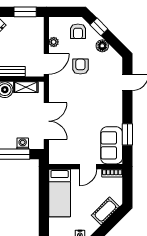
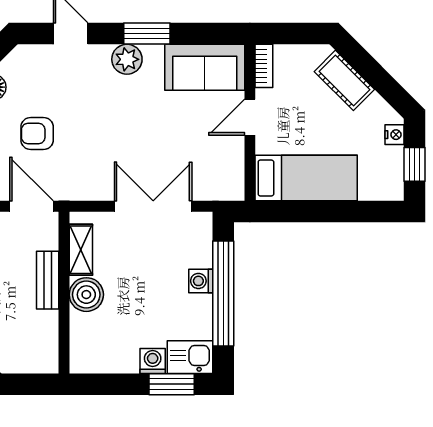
plant: (115, 109) -> (127, 59), added
window: (127, 134) -> (147, 34), moved
washing machine: (23, 143) -> (201, 281), moved
door: (88, 167) -> (250, 117), swing flipped

